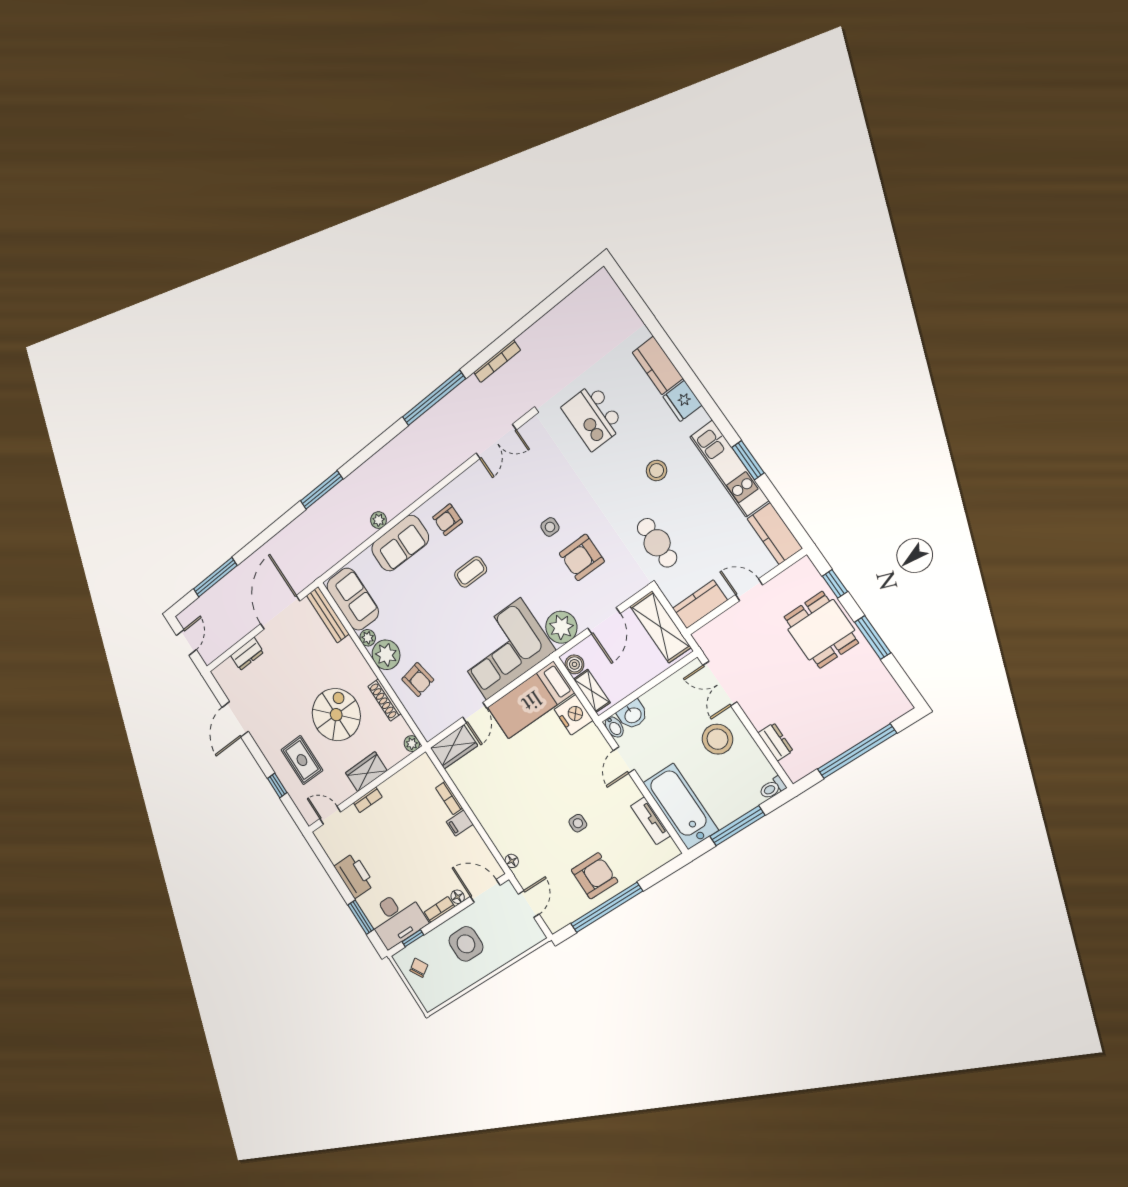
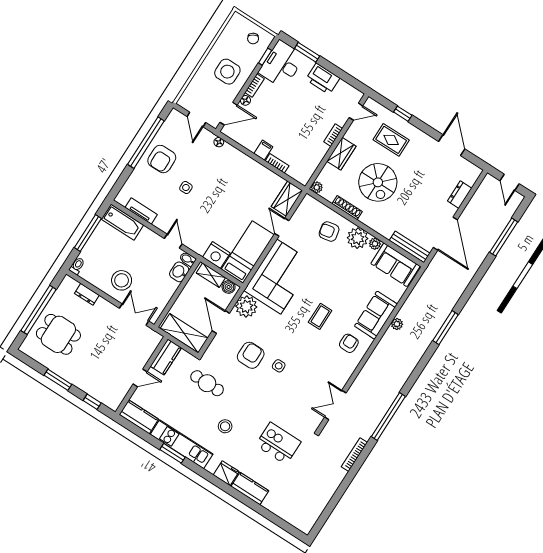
dining table: (821, 630) -> (58, 334), moved
bathtub: (681, 806) -> (122, 222), width x0.73, depth x0.73

